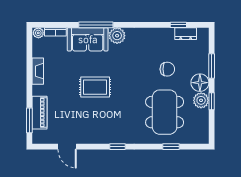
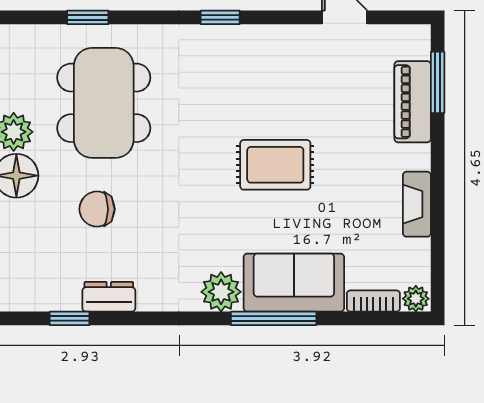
dresser: (186, 34) -> (109, 297), moved

